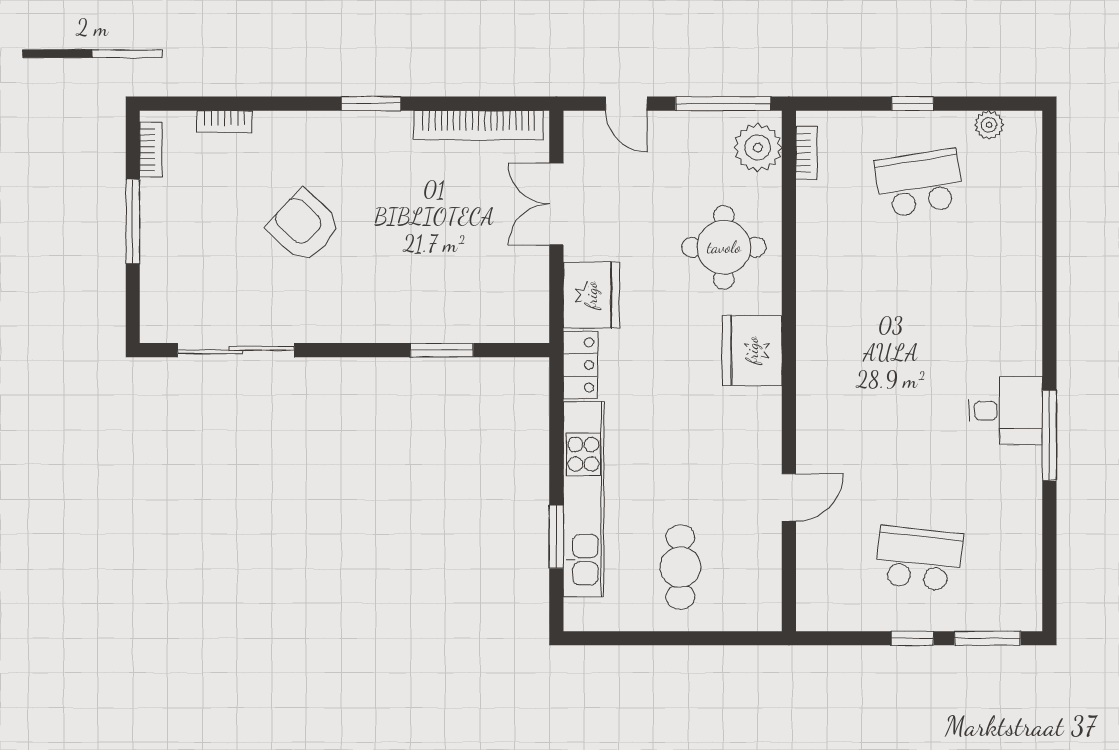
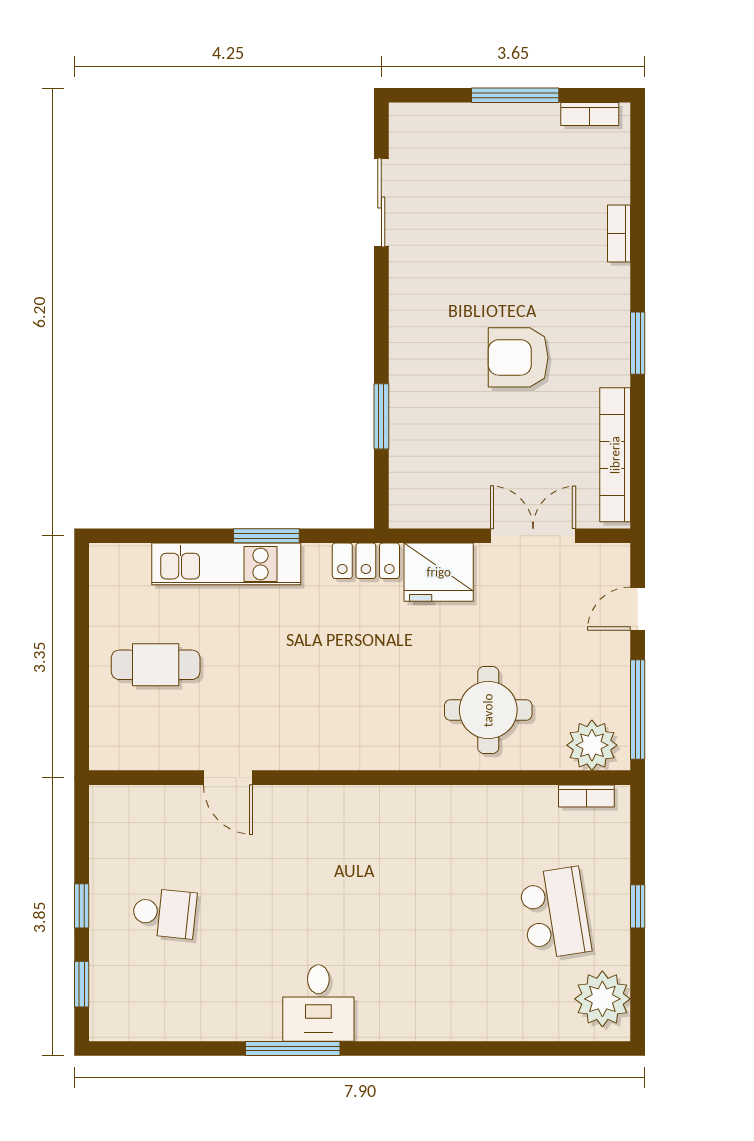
bookcase: (224, 122) -> (619, 233), moved
plant: (989, 125) -> (602, 999), width x1.88, depth x1.88
armchair: (304, 226) -> (518, 357), moved, turned -133
sliding door: (236, 350) -> (381, 203), width x0.73
fridge: (752, 350) -> (381, 739), removed
kitchen unit: (583, 499) -> (226, 564), width x0.73
window: (556, 537) -> (266, 536), moved
school desk: (919, 559) -> (164, 913), width x0.54
window: (987, 638) -> (82, 984), width x0.67

